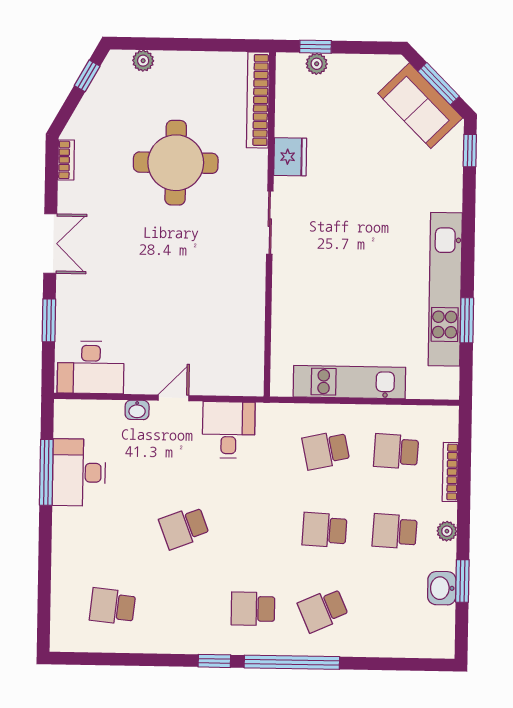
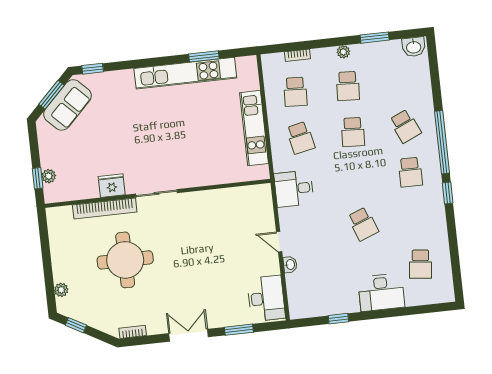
bookcase: (258, 100) -> (105, 208), moved
desk: (229, 430) -> (294, 189), moved
window: (46, 472) -> (338, 319), width x0.46
bookcase: (450, 472) -> (297, 55), width x0.64
desk: (79, 473) -> (381, 292), moved
washbasin: (442, 588) -> (414, 47), moved

